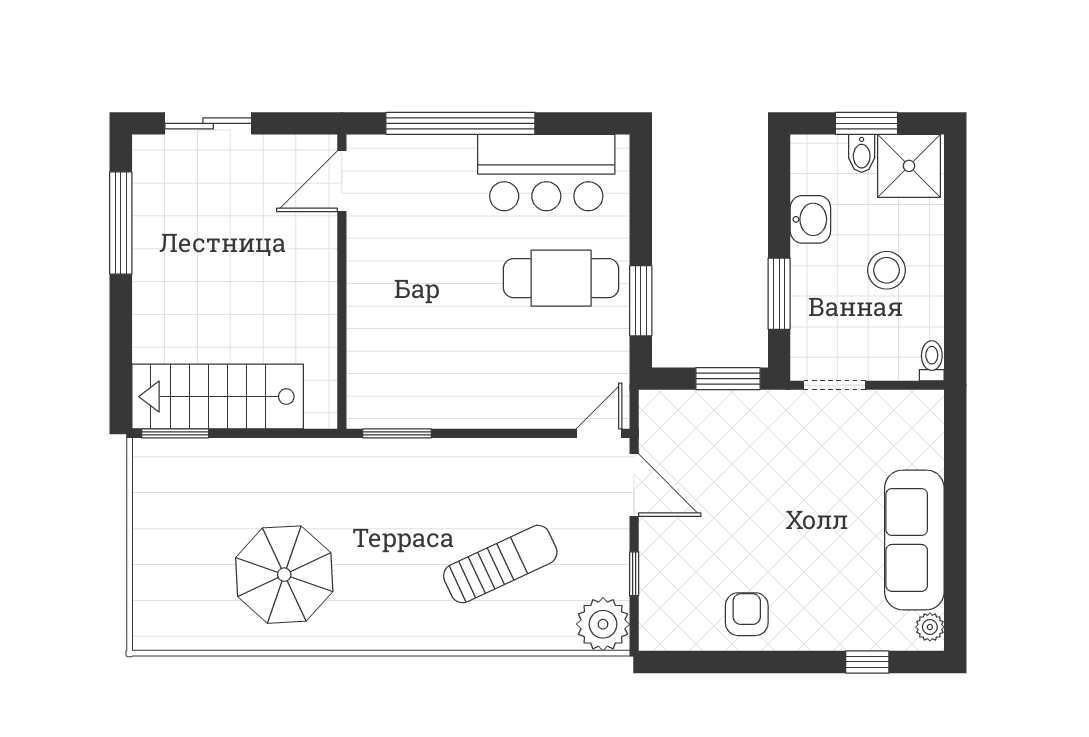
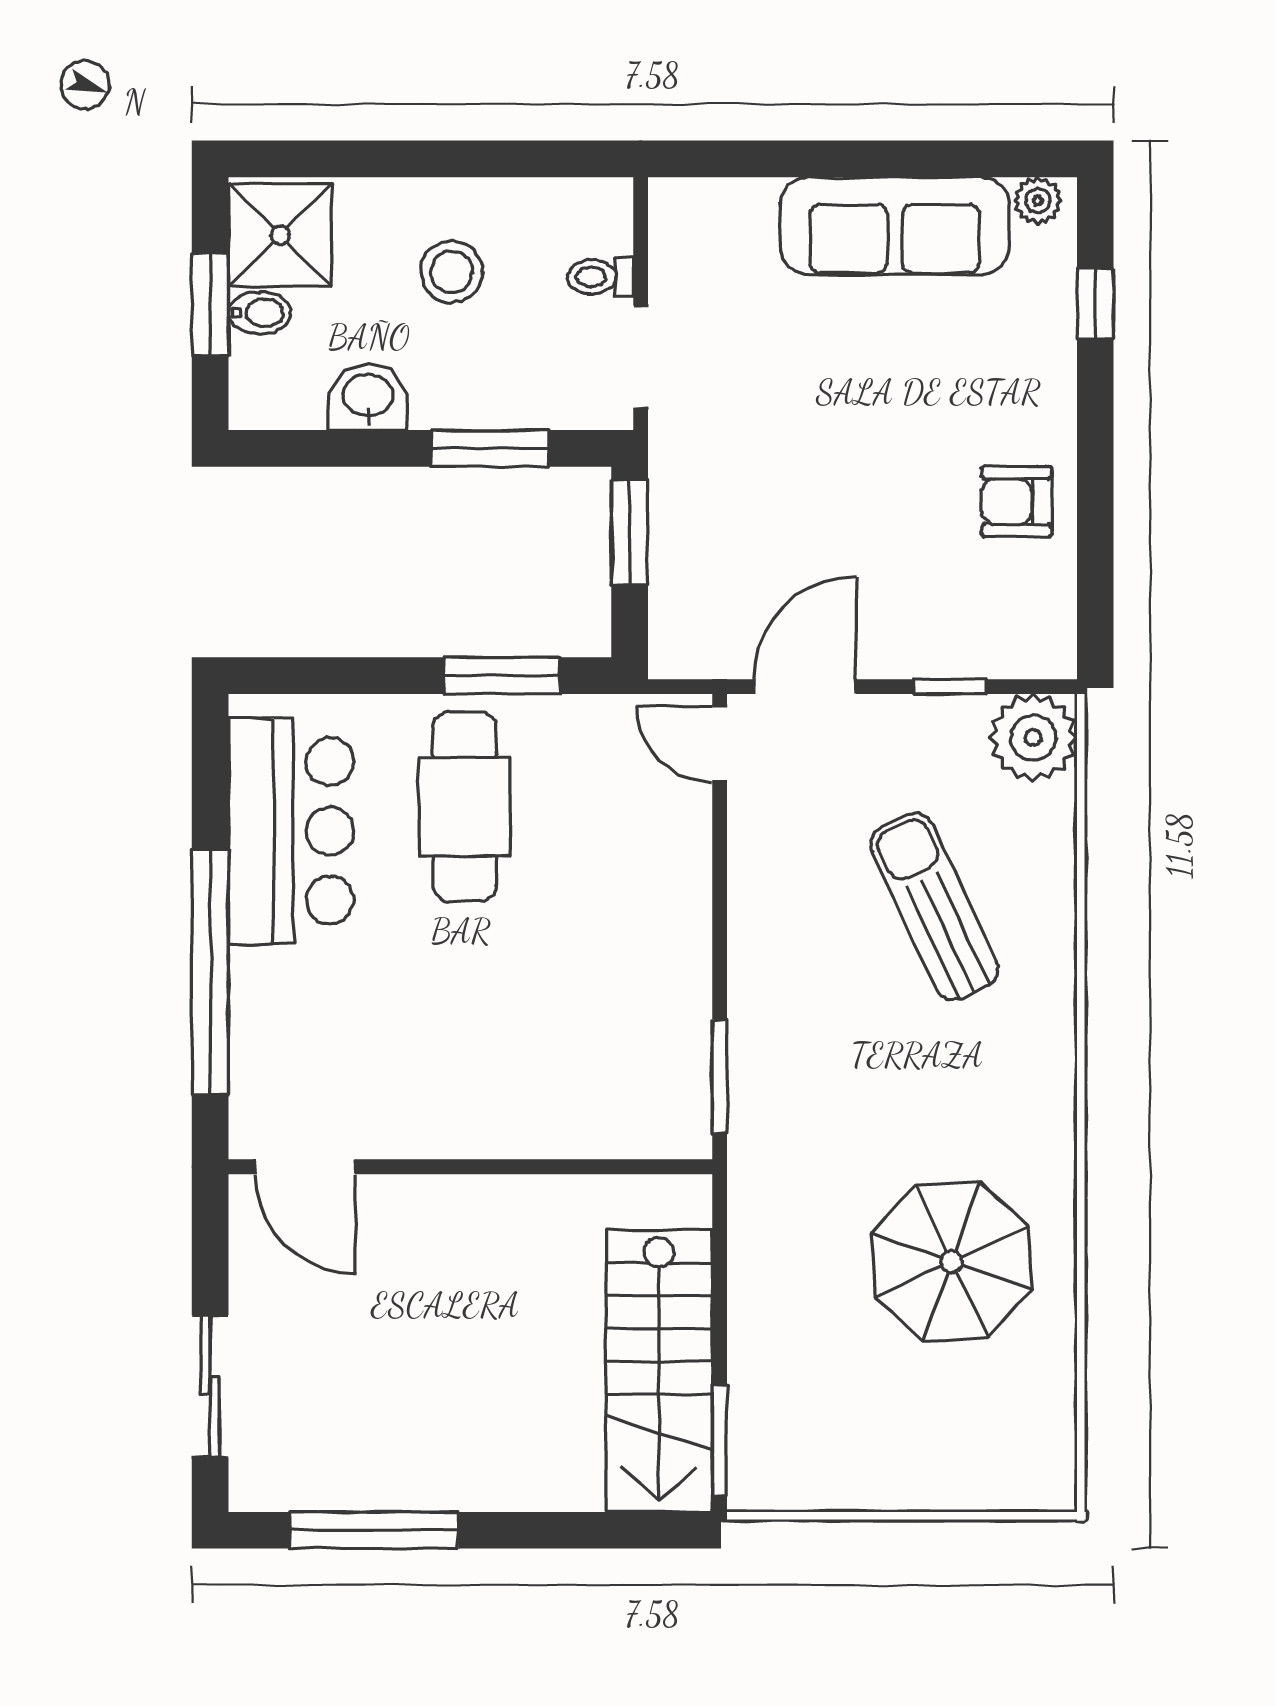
toilet: (932, 361) -> (600, 277), moved

